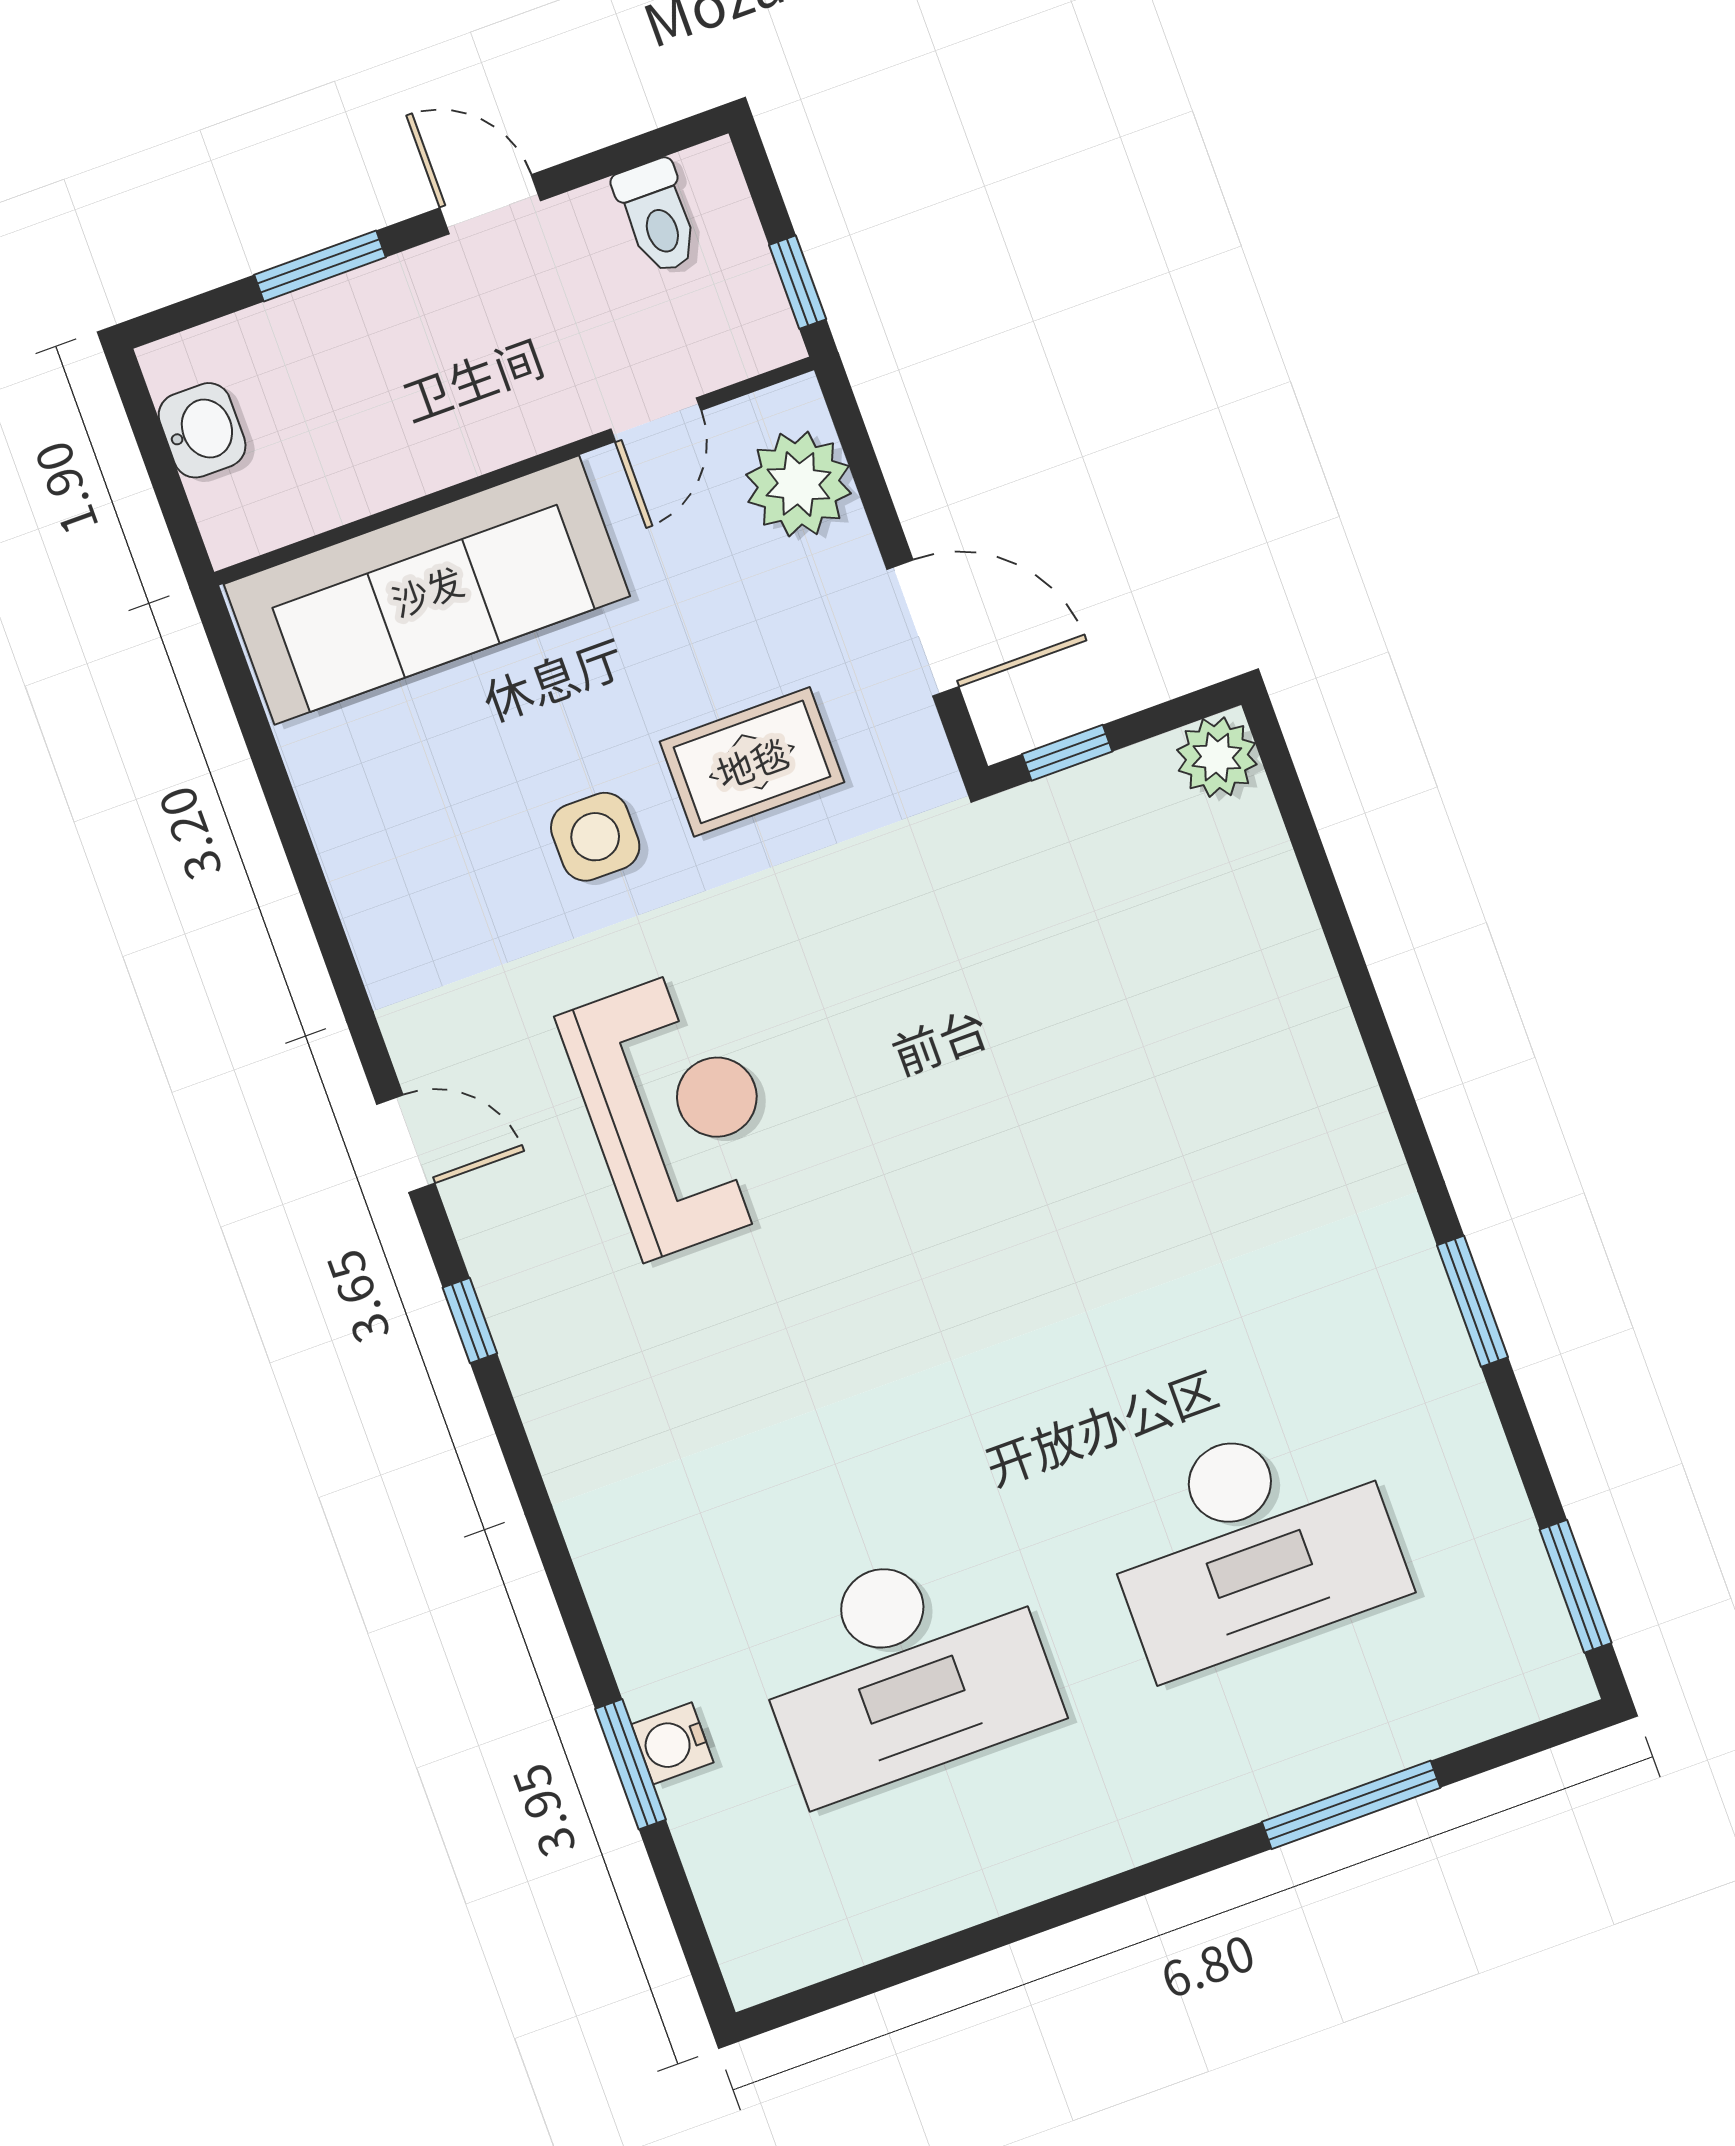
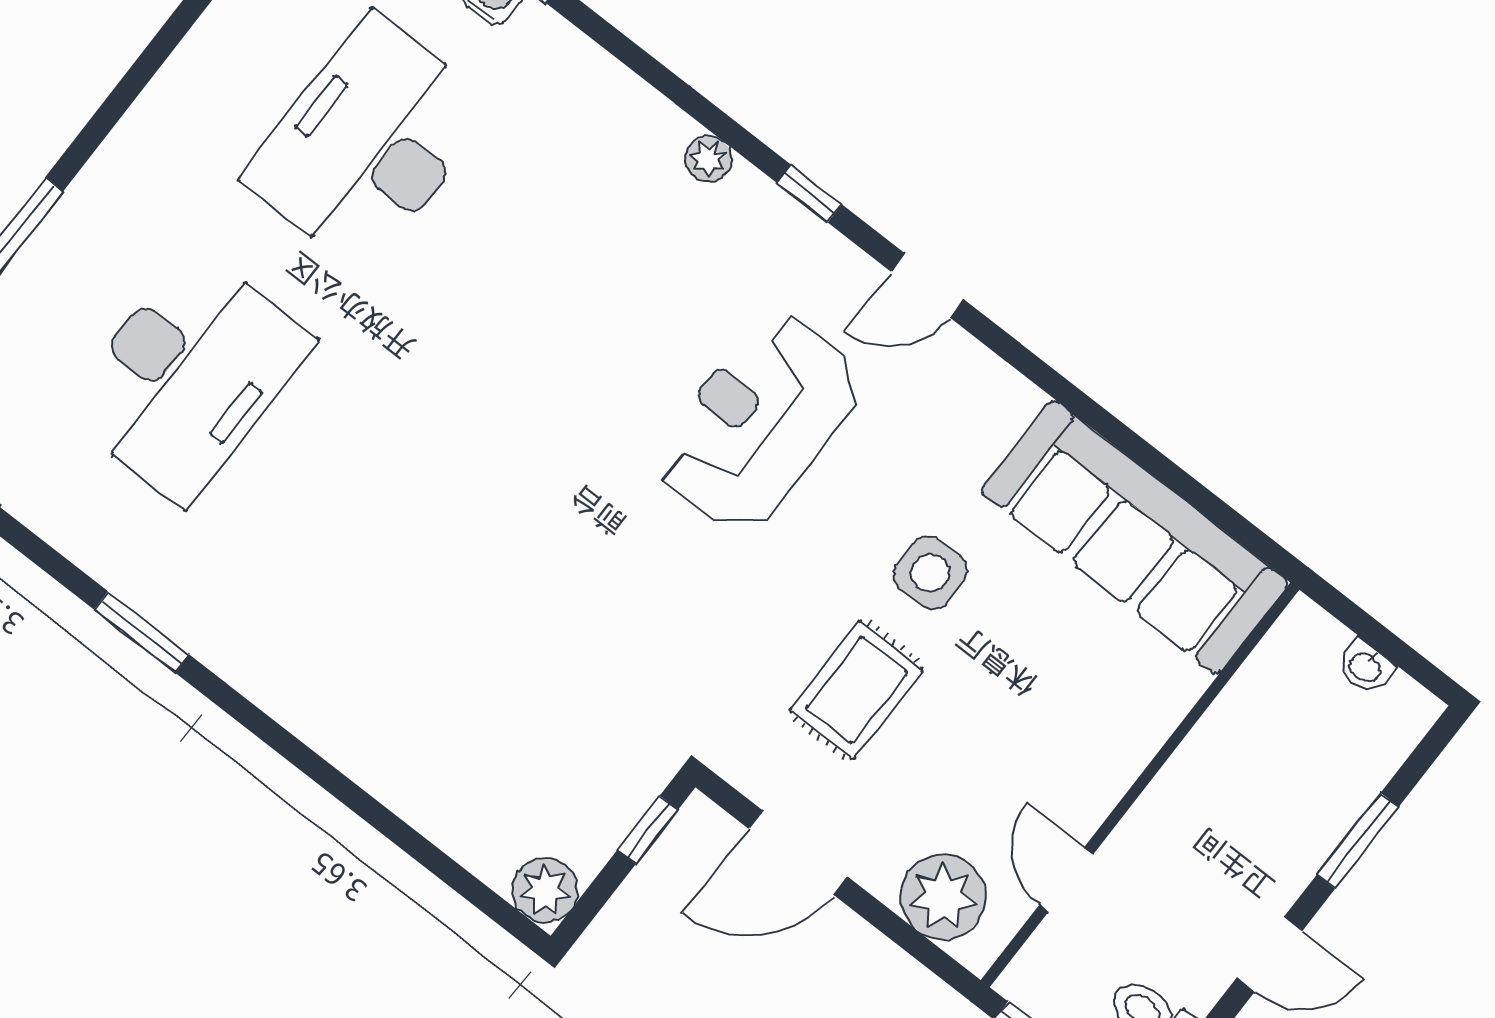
washbasin: (202, 430) -> (1366, 667), width x0.72, depth x0.69
sofa: (427, 590) -> (1135, 537), moved, turned -90
reception desk: (676, 1112) -> (759, 422), turned 90
plant: (554, 1425) -> (708, 159), added
desk: (1252, 1543) -> (188, 376), turned 180

